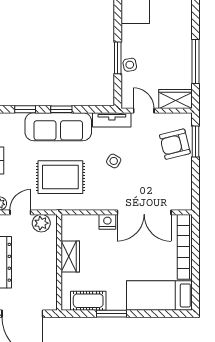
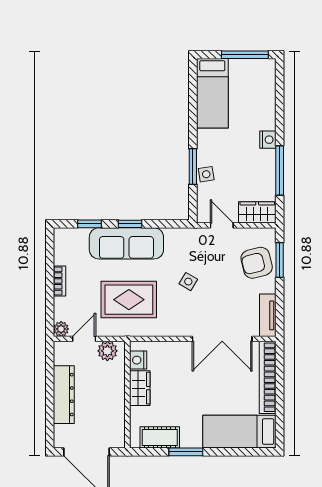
nightstand: (185, 34) -> (268, 140), added
tv unit: (112, 120) -> (268, 315), moved, turned 90
nightstand: (107, 222) -> (138, 360), moved, turned -90

